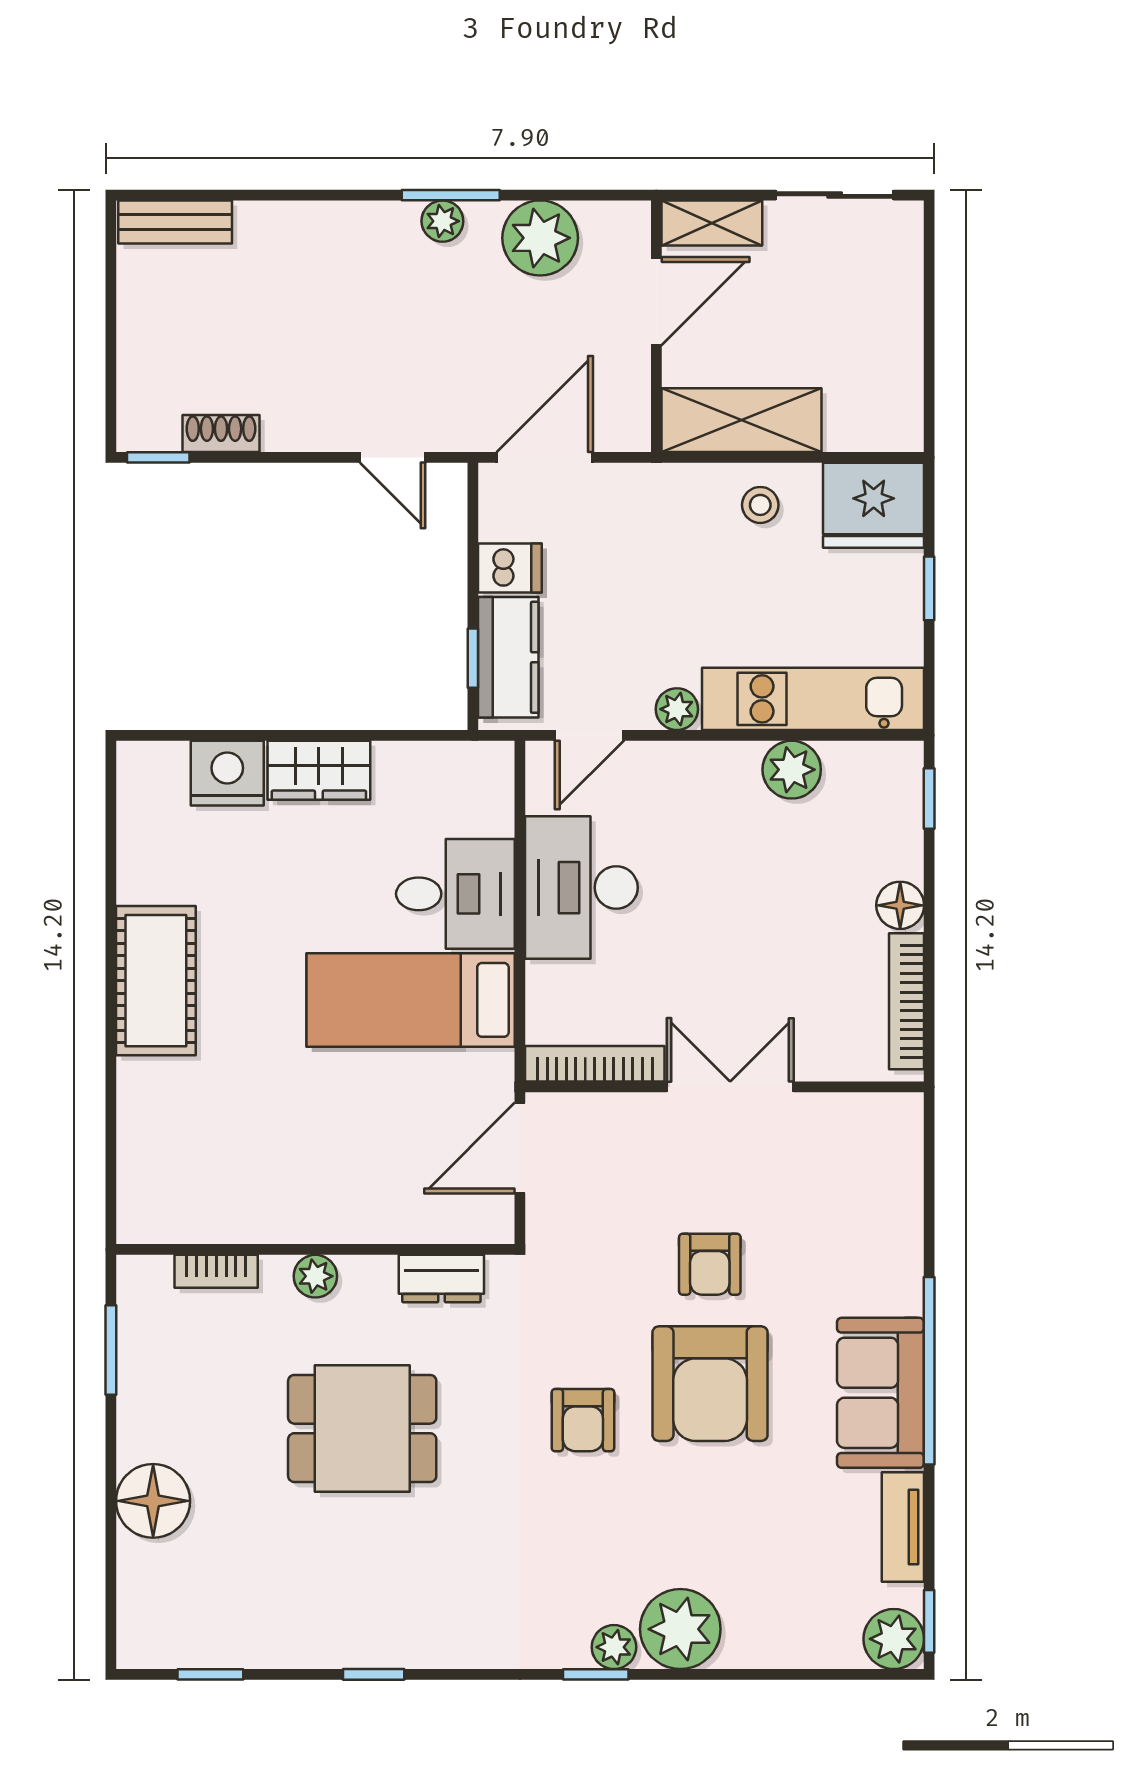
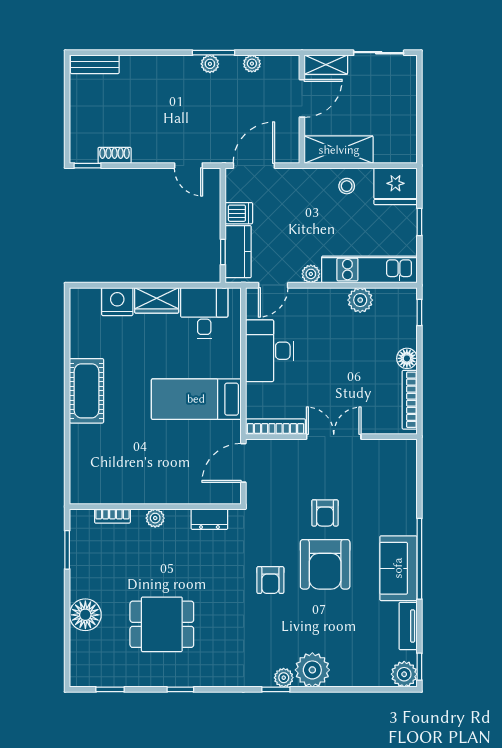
plant: (540, 238) -> (252, 64), width x0.53, depth x0.53
desk: (455, 894) -> (204, 313), moved, turned -90
dining table: (362, 1428) -> (162, 624), moved

